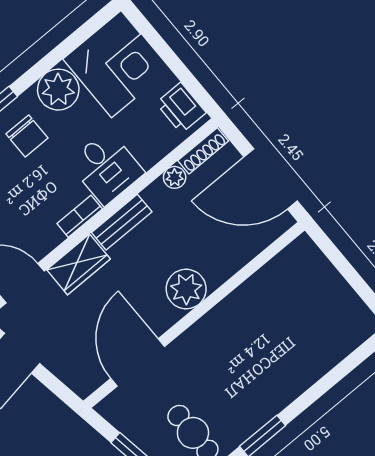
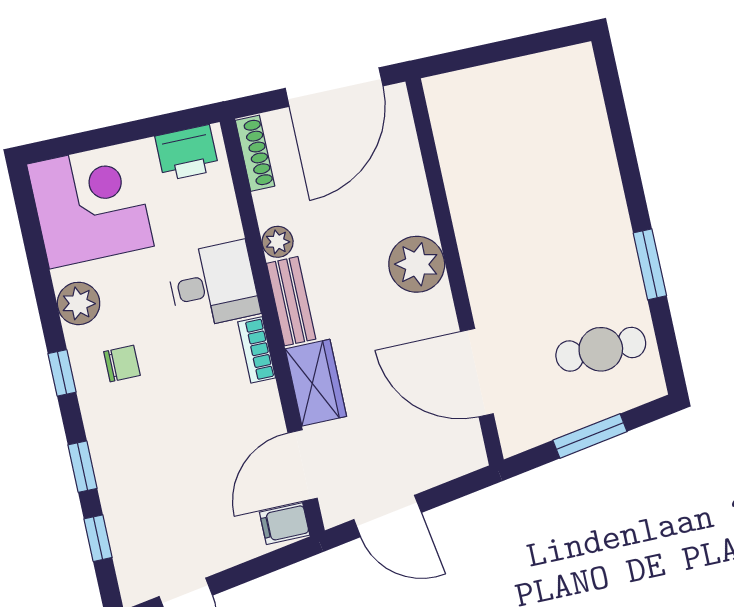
plant: (58, 90) -> (79, 303), width x0.73, depth x0.73
chair: (27, 136) -> (122, 364), width x0.73, depth x0.73
plant: (175, 177) -> (278, 242), moved

